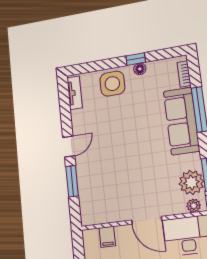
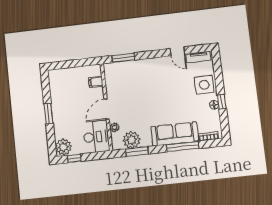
door: (69, 147) -> (178, 51), moved
window: (72, 181) -> (123, 58), moved
plant: (194, 206) -> (115, 128), moved

